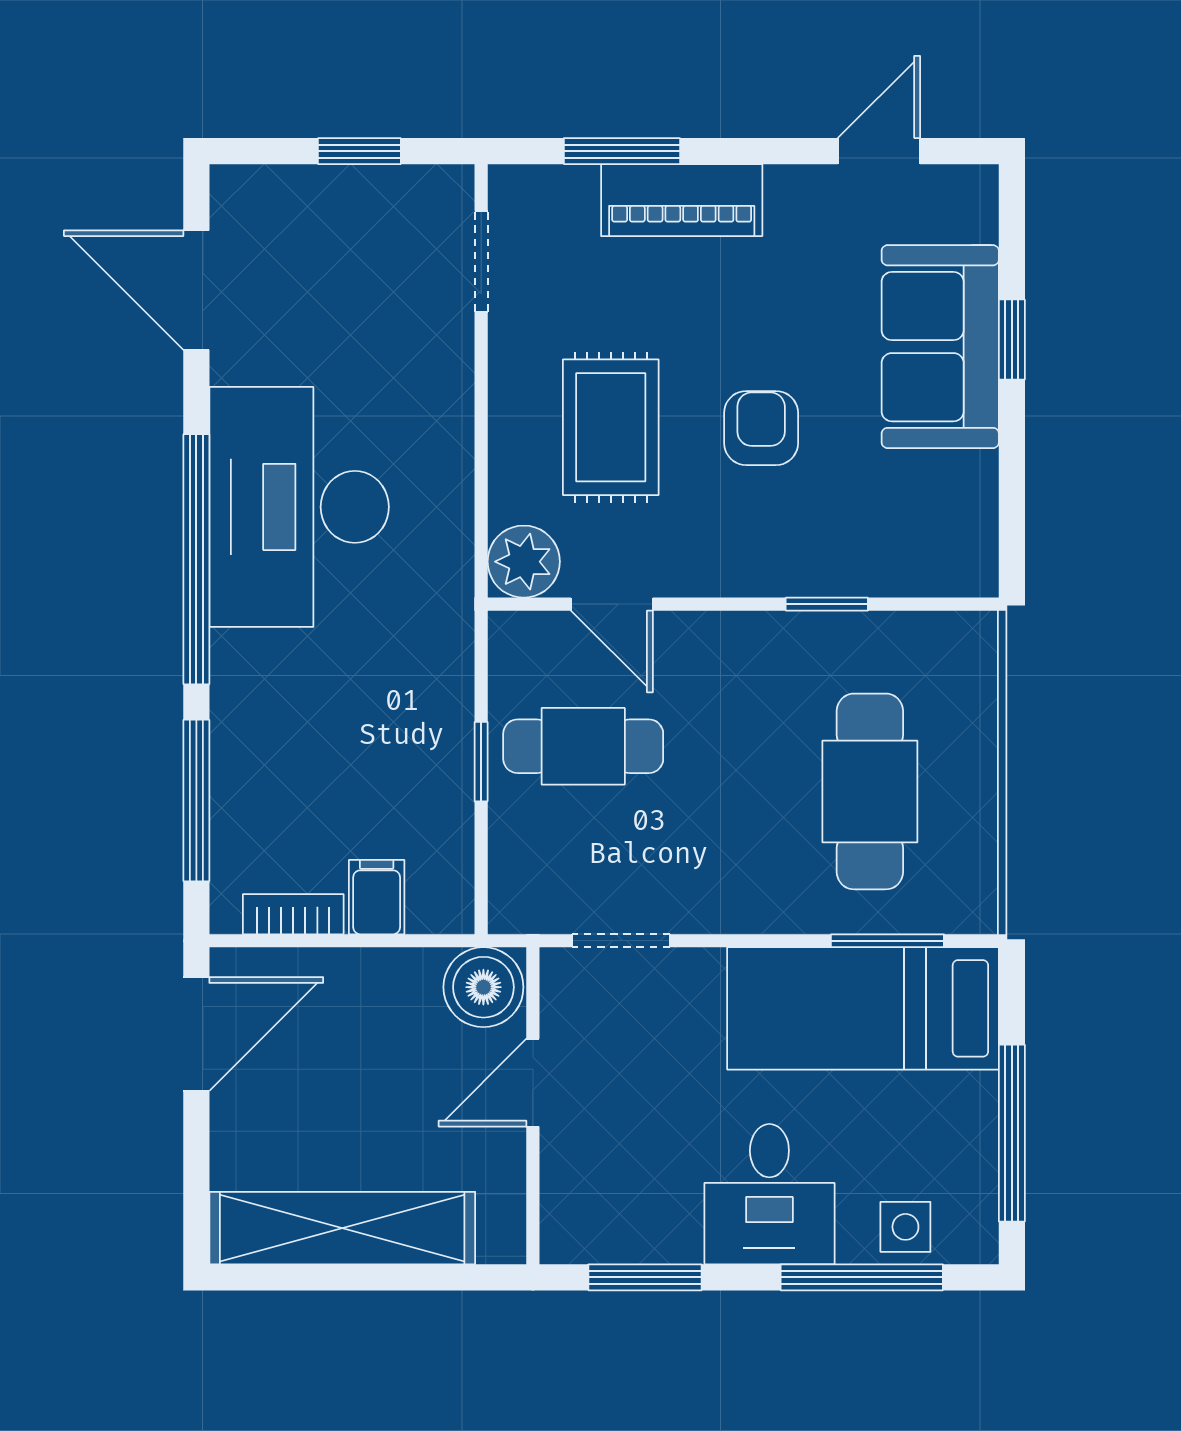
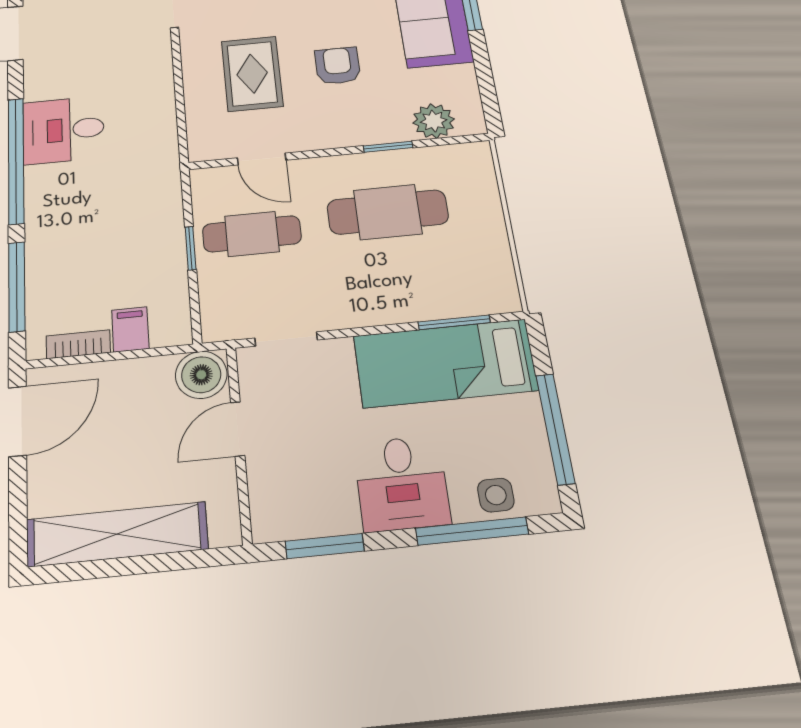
desk: (299, 507) -> (63, 130), width x0.53, depth x0.77
plant: (524, 562) -> (434, 121), moved
cafe table: (870, 791) -> (388, 212), moved, turned 90

